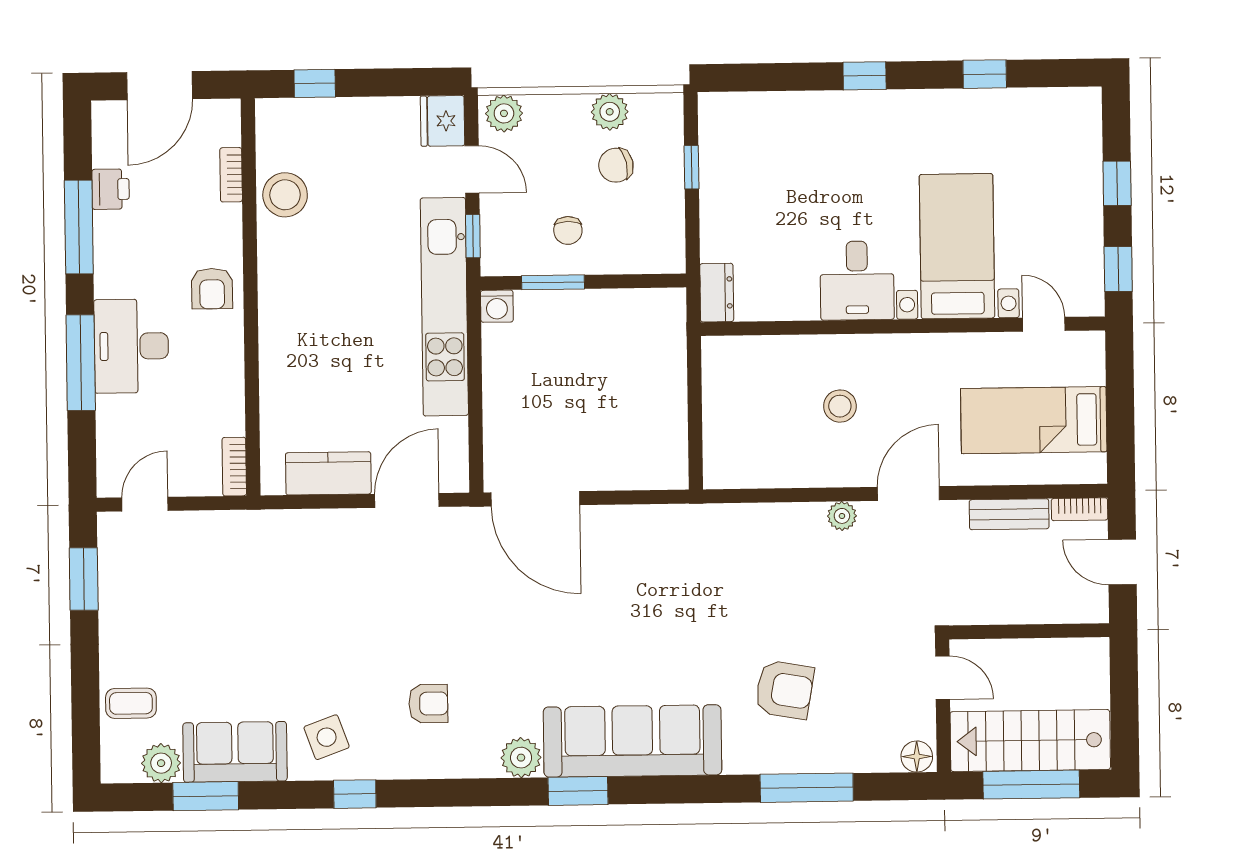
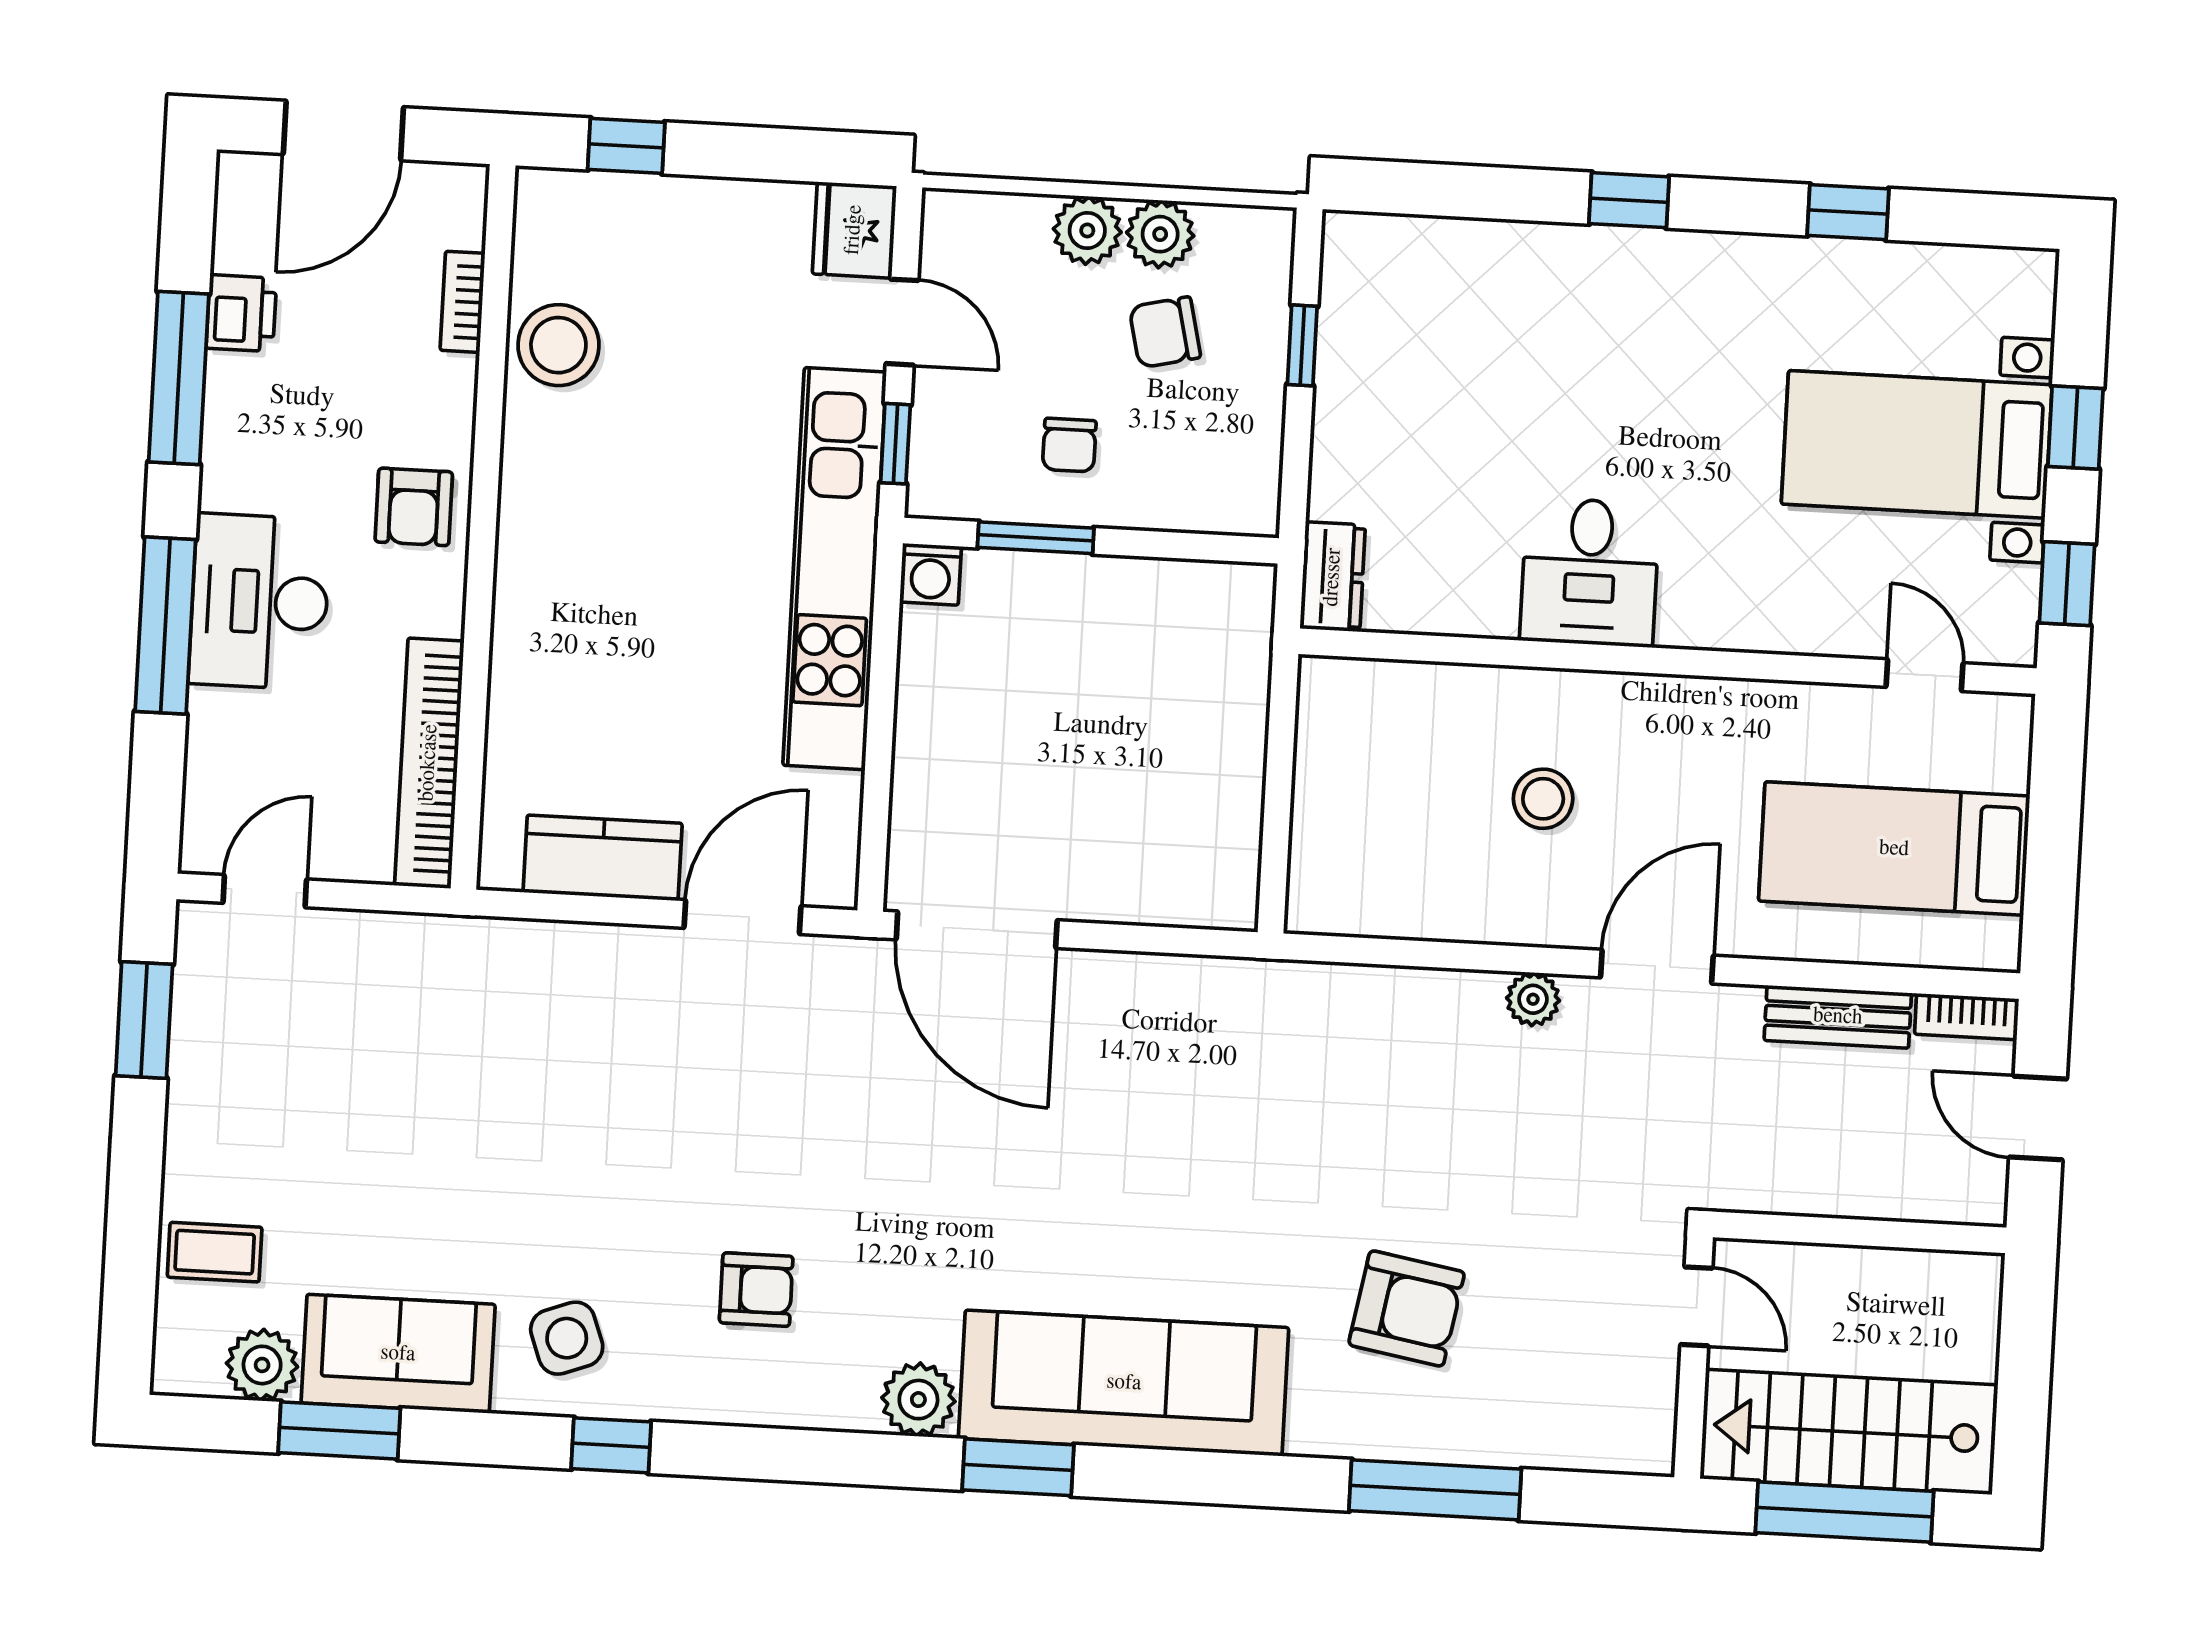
plant: (504, 113) -> (1087, 230), moved
bed with nightstands: (957, 246) -> (1917, 444), moved, turned -90
bookcase: (234, 467) -> (429, 763), width x2.31, depth x1.31
floor lamp: (917, 757) -> (1639, 1447), removed

